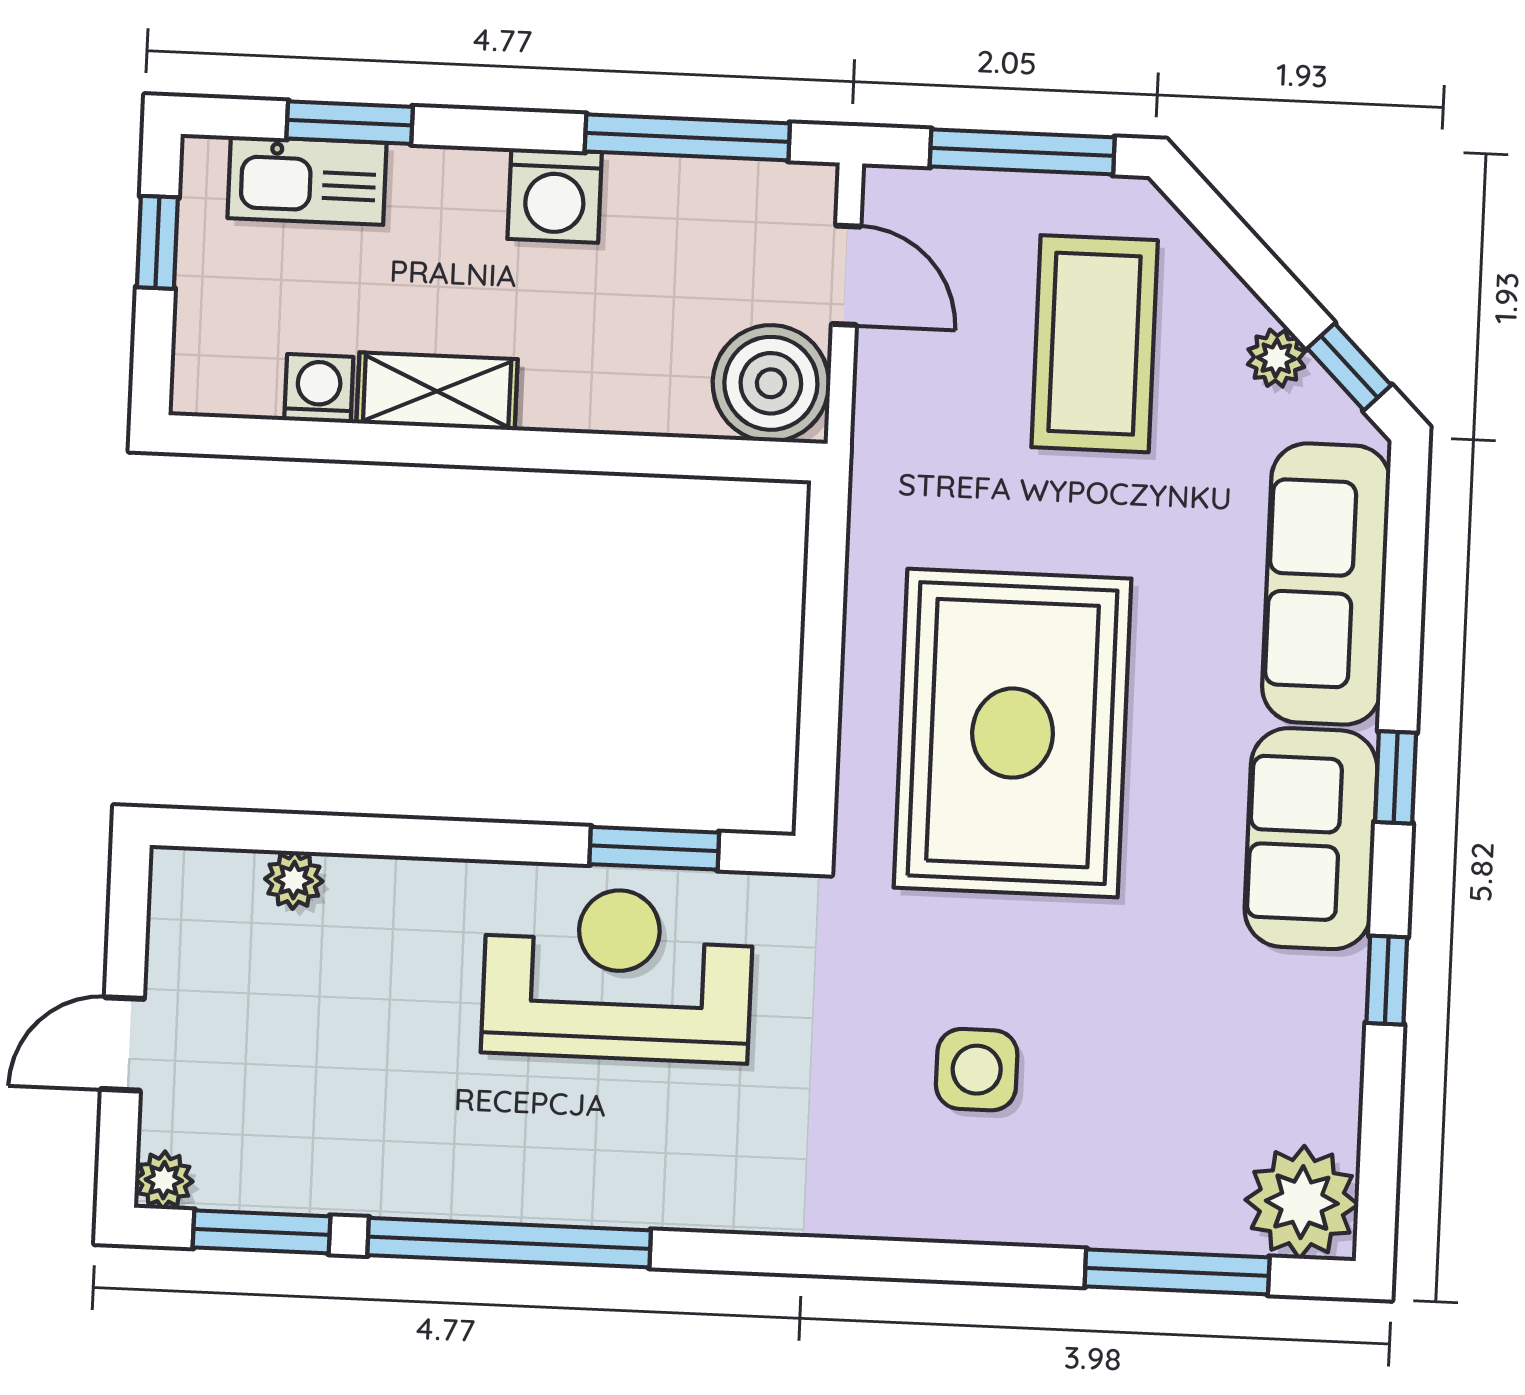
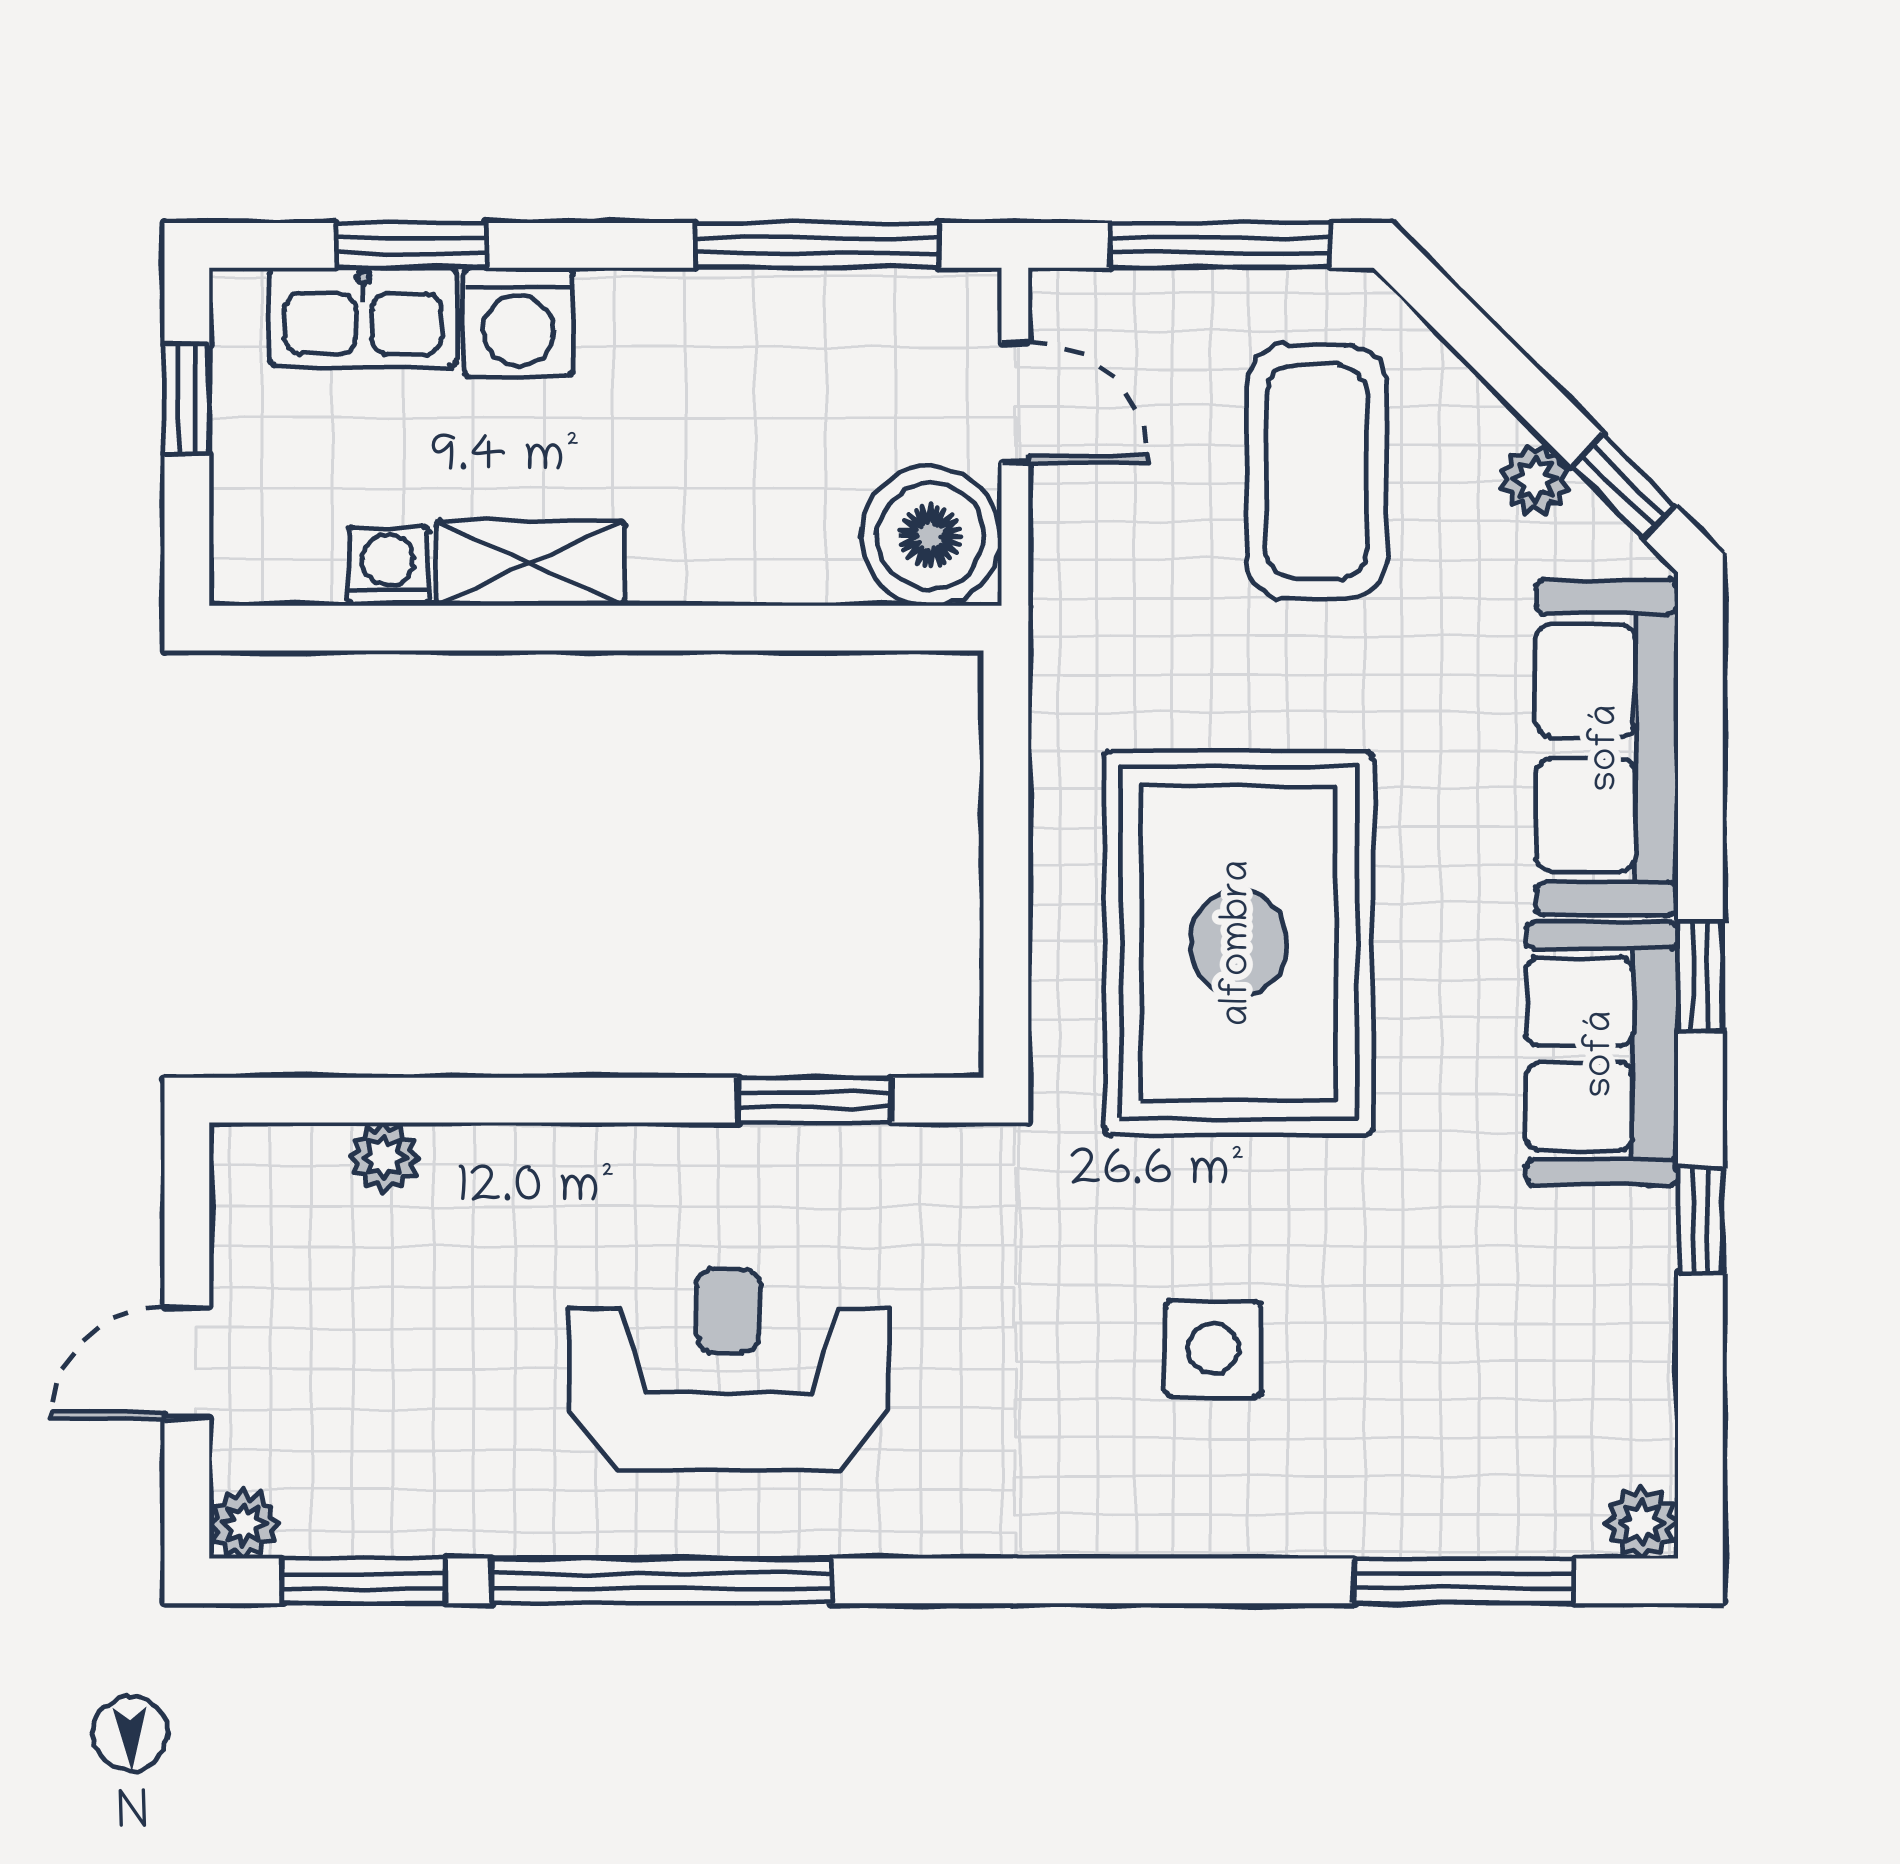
washing machine: (555, 196) -> (518, 322), moved
reception desk: (618, 974) -> (728, 1369), moved
plant: (1302, 1202) -> (1642, 1522), width x0.53, depth x0.53

